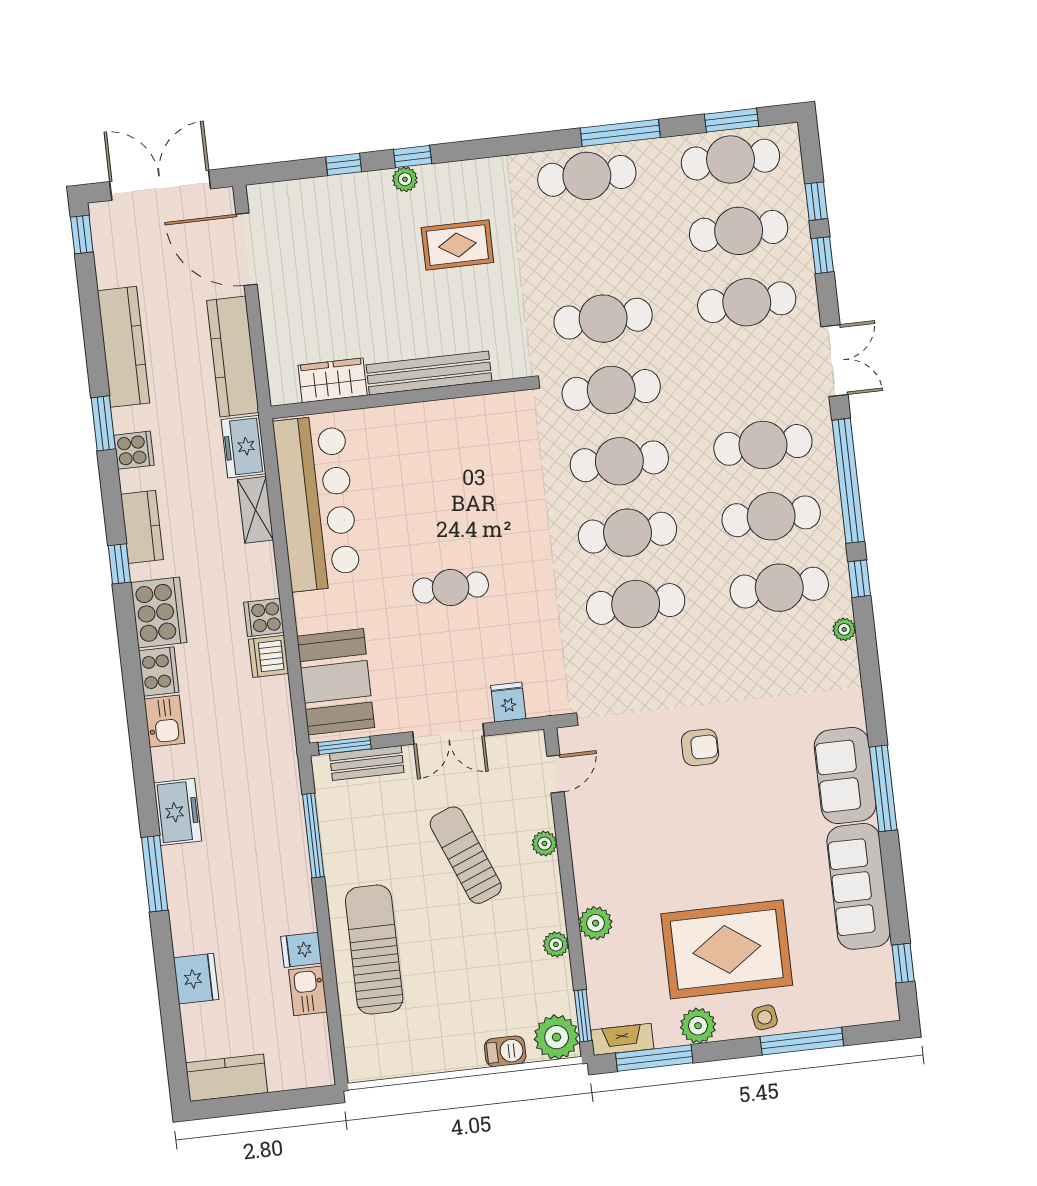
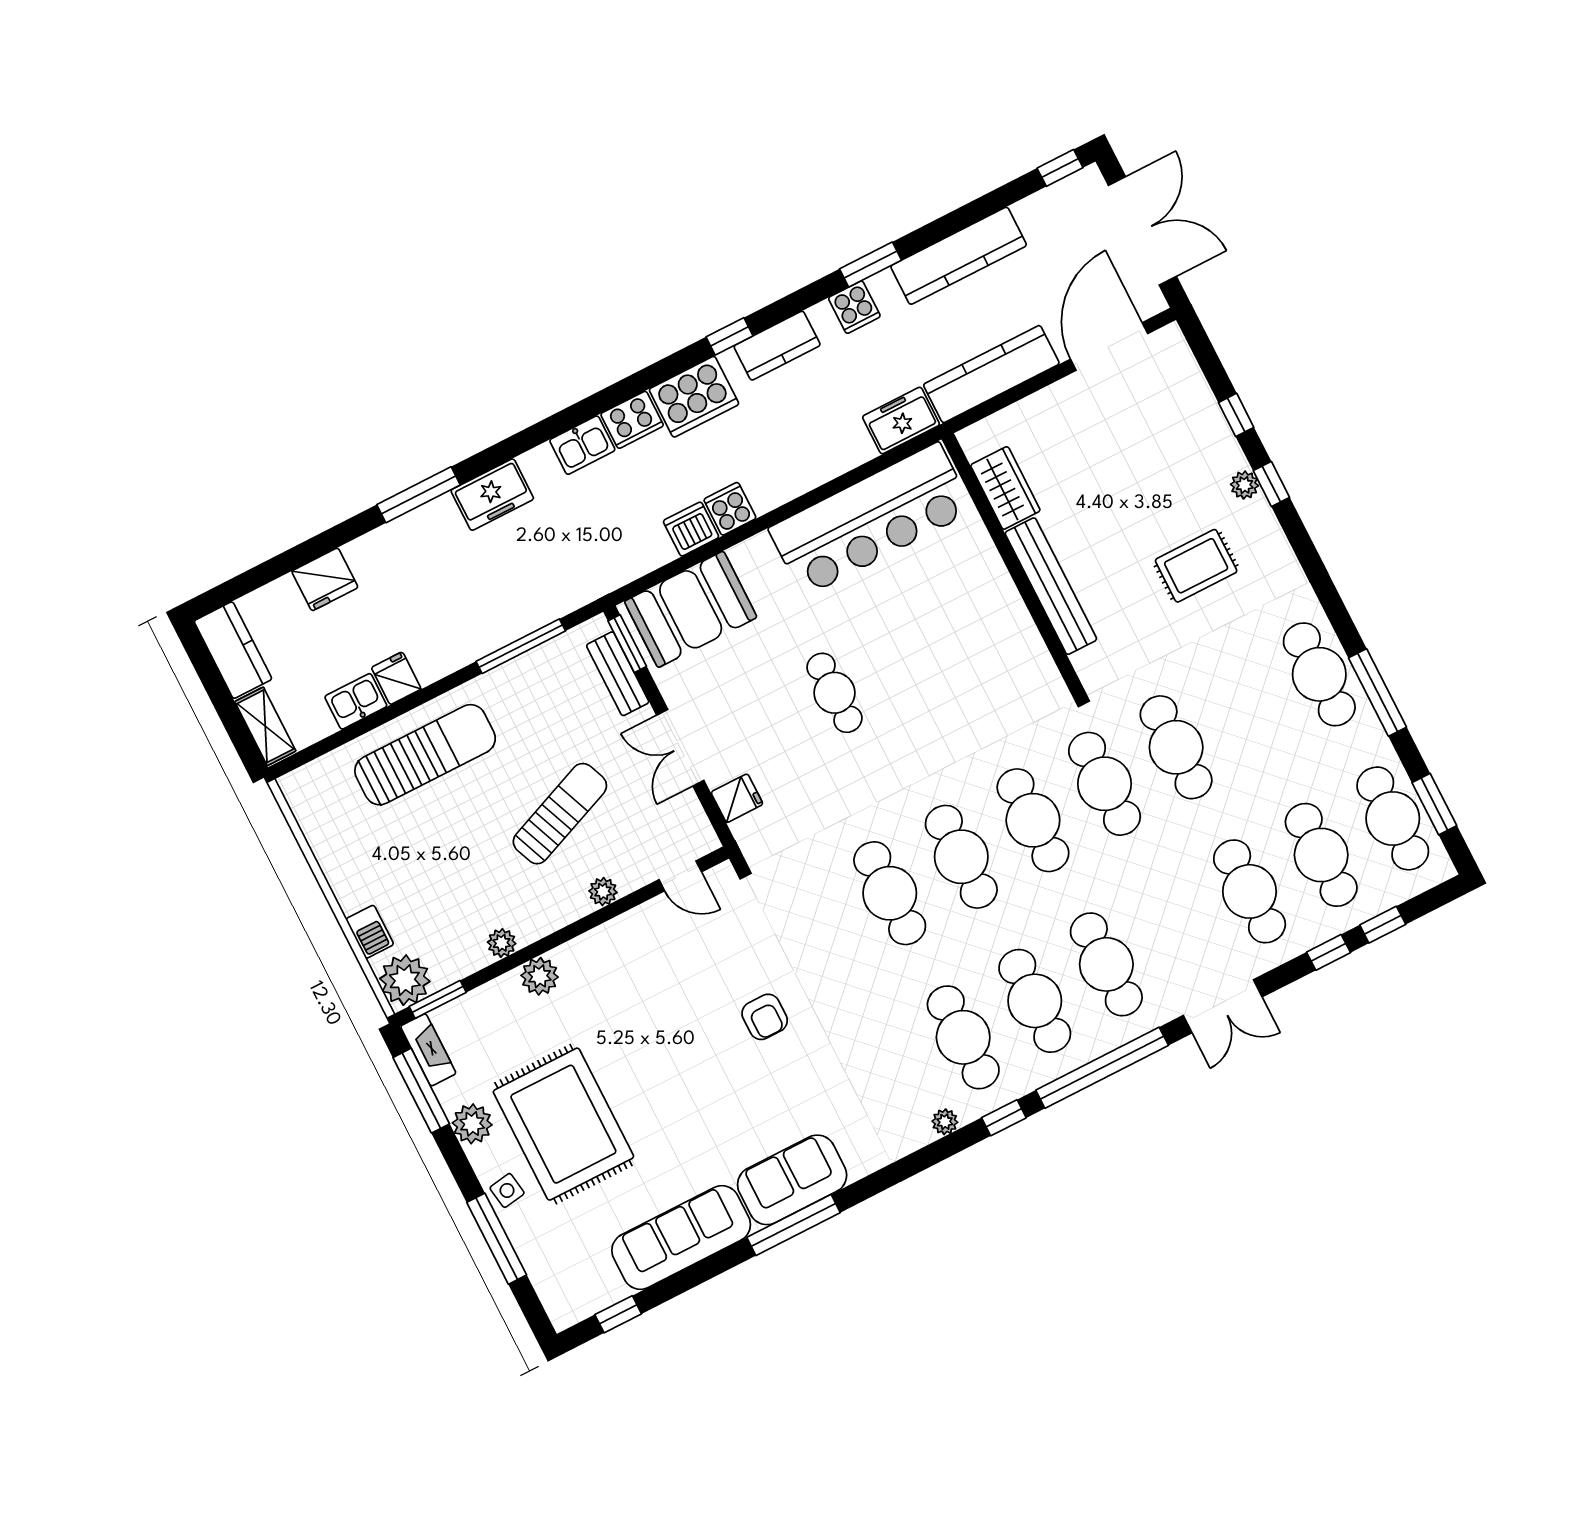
rug: (457, 245) -> (1196, 566), turned 90
shelving: (255, 510) -> (265, 726), moved, turned 90

